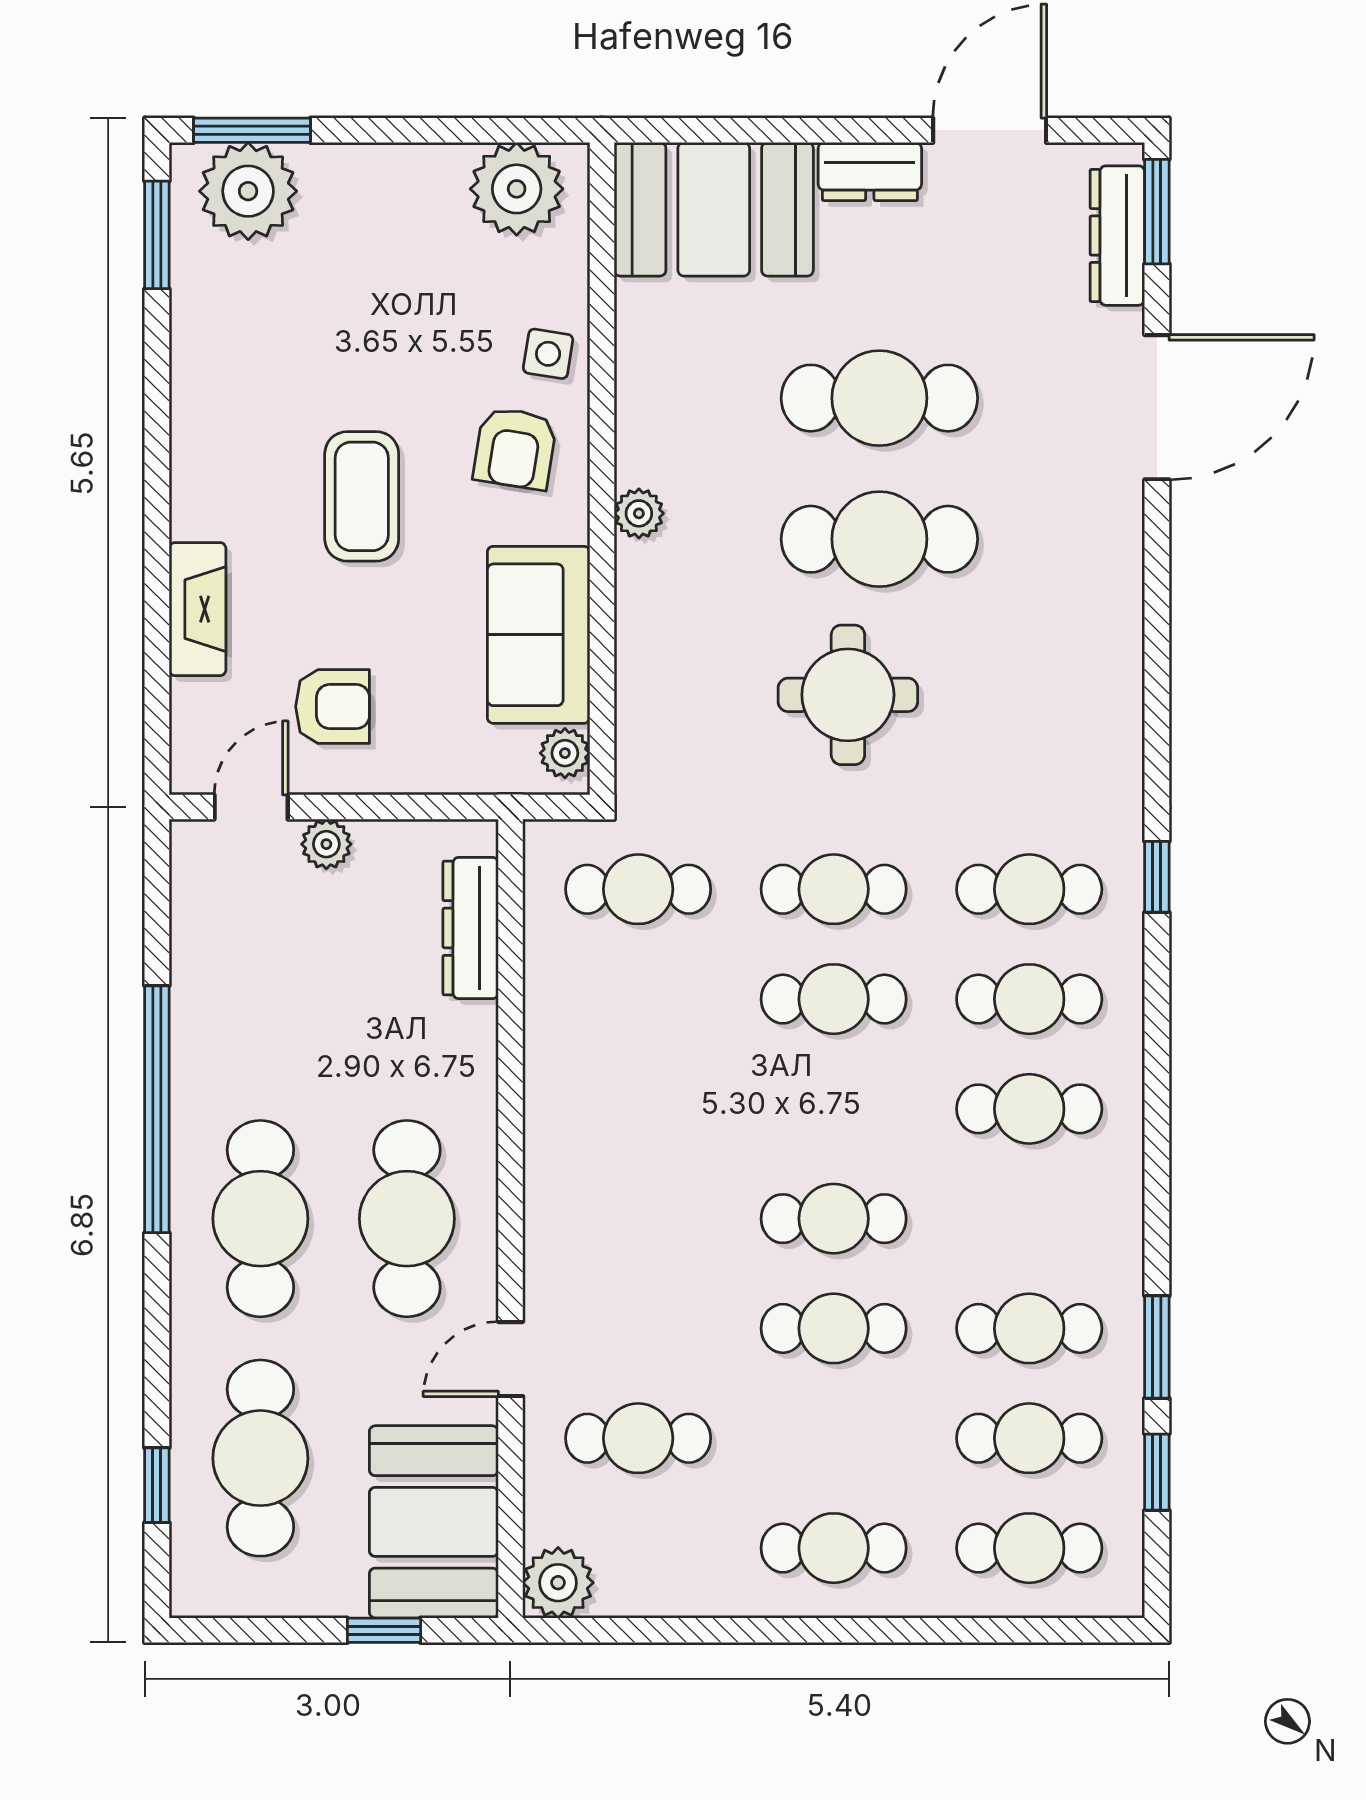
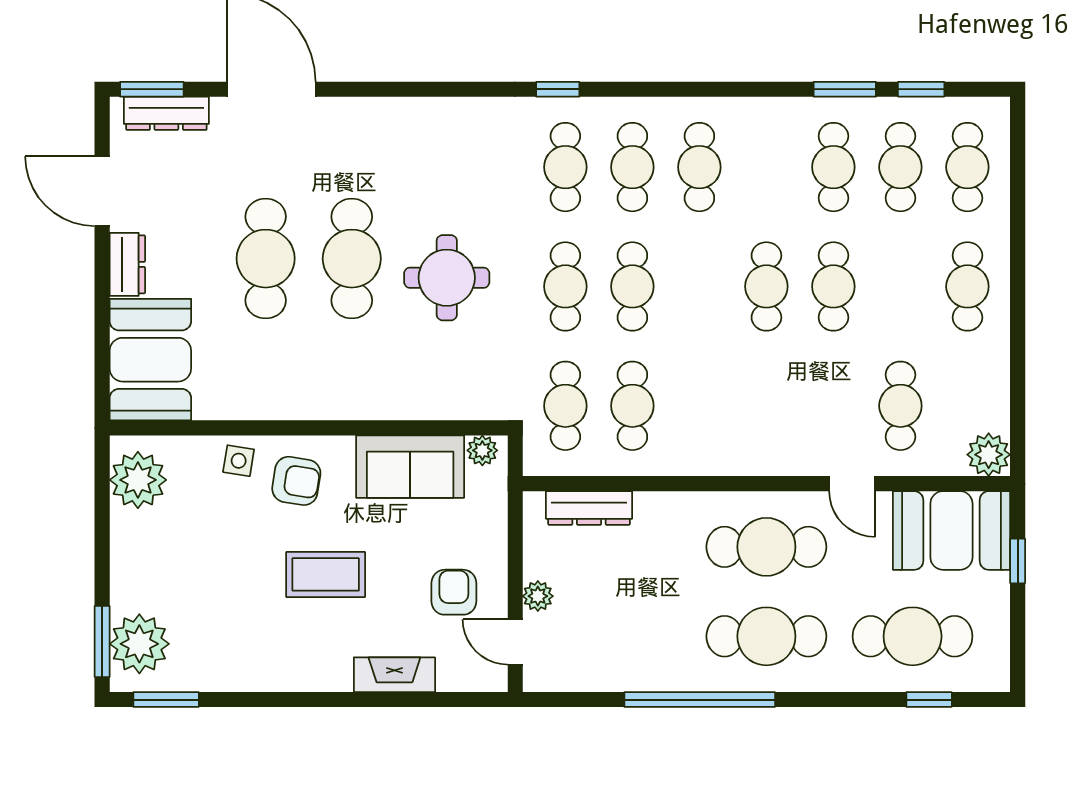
plant: (639, 513) -> (336, 405), removed
cafe table: (638, 999) -> (632, 406), added

